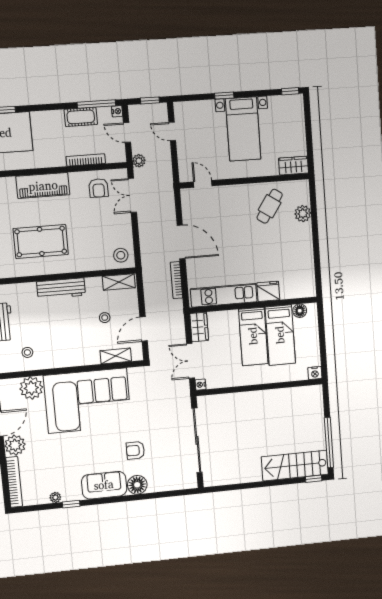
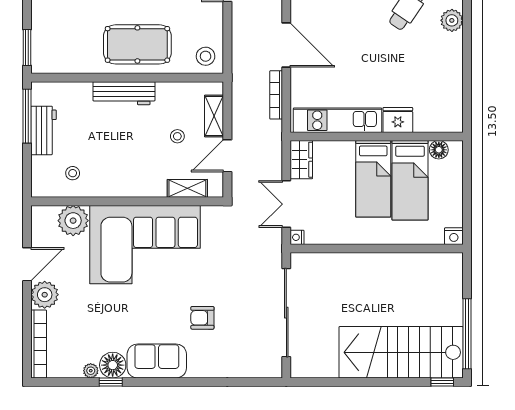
pool table: (41, 241) -> (137, 44), moved
shelving: (119, 282) -> (214, 116), moved, turned 90
stairs: (295, 466) -> (401, 352), width x1.36, depth x1.51
floor lamp: (137, 485) -> (113, 365), moved

